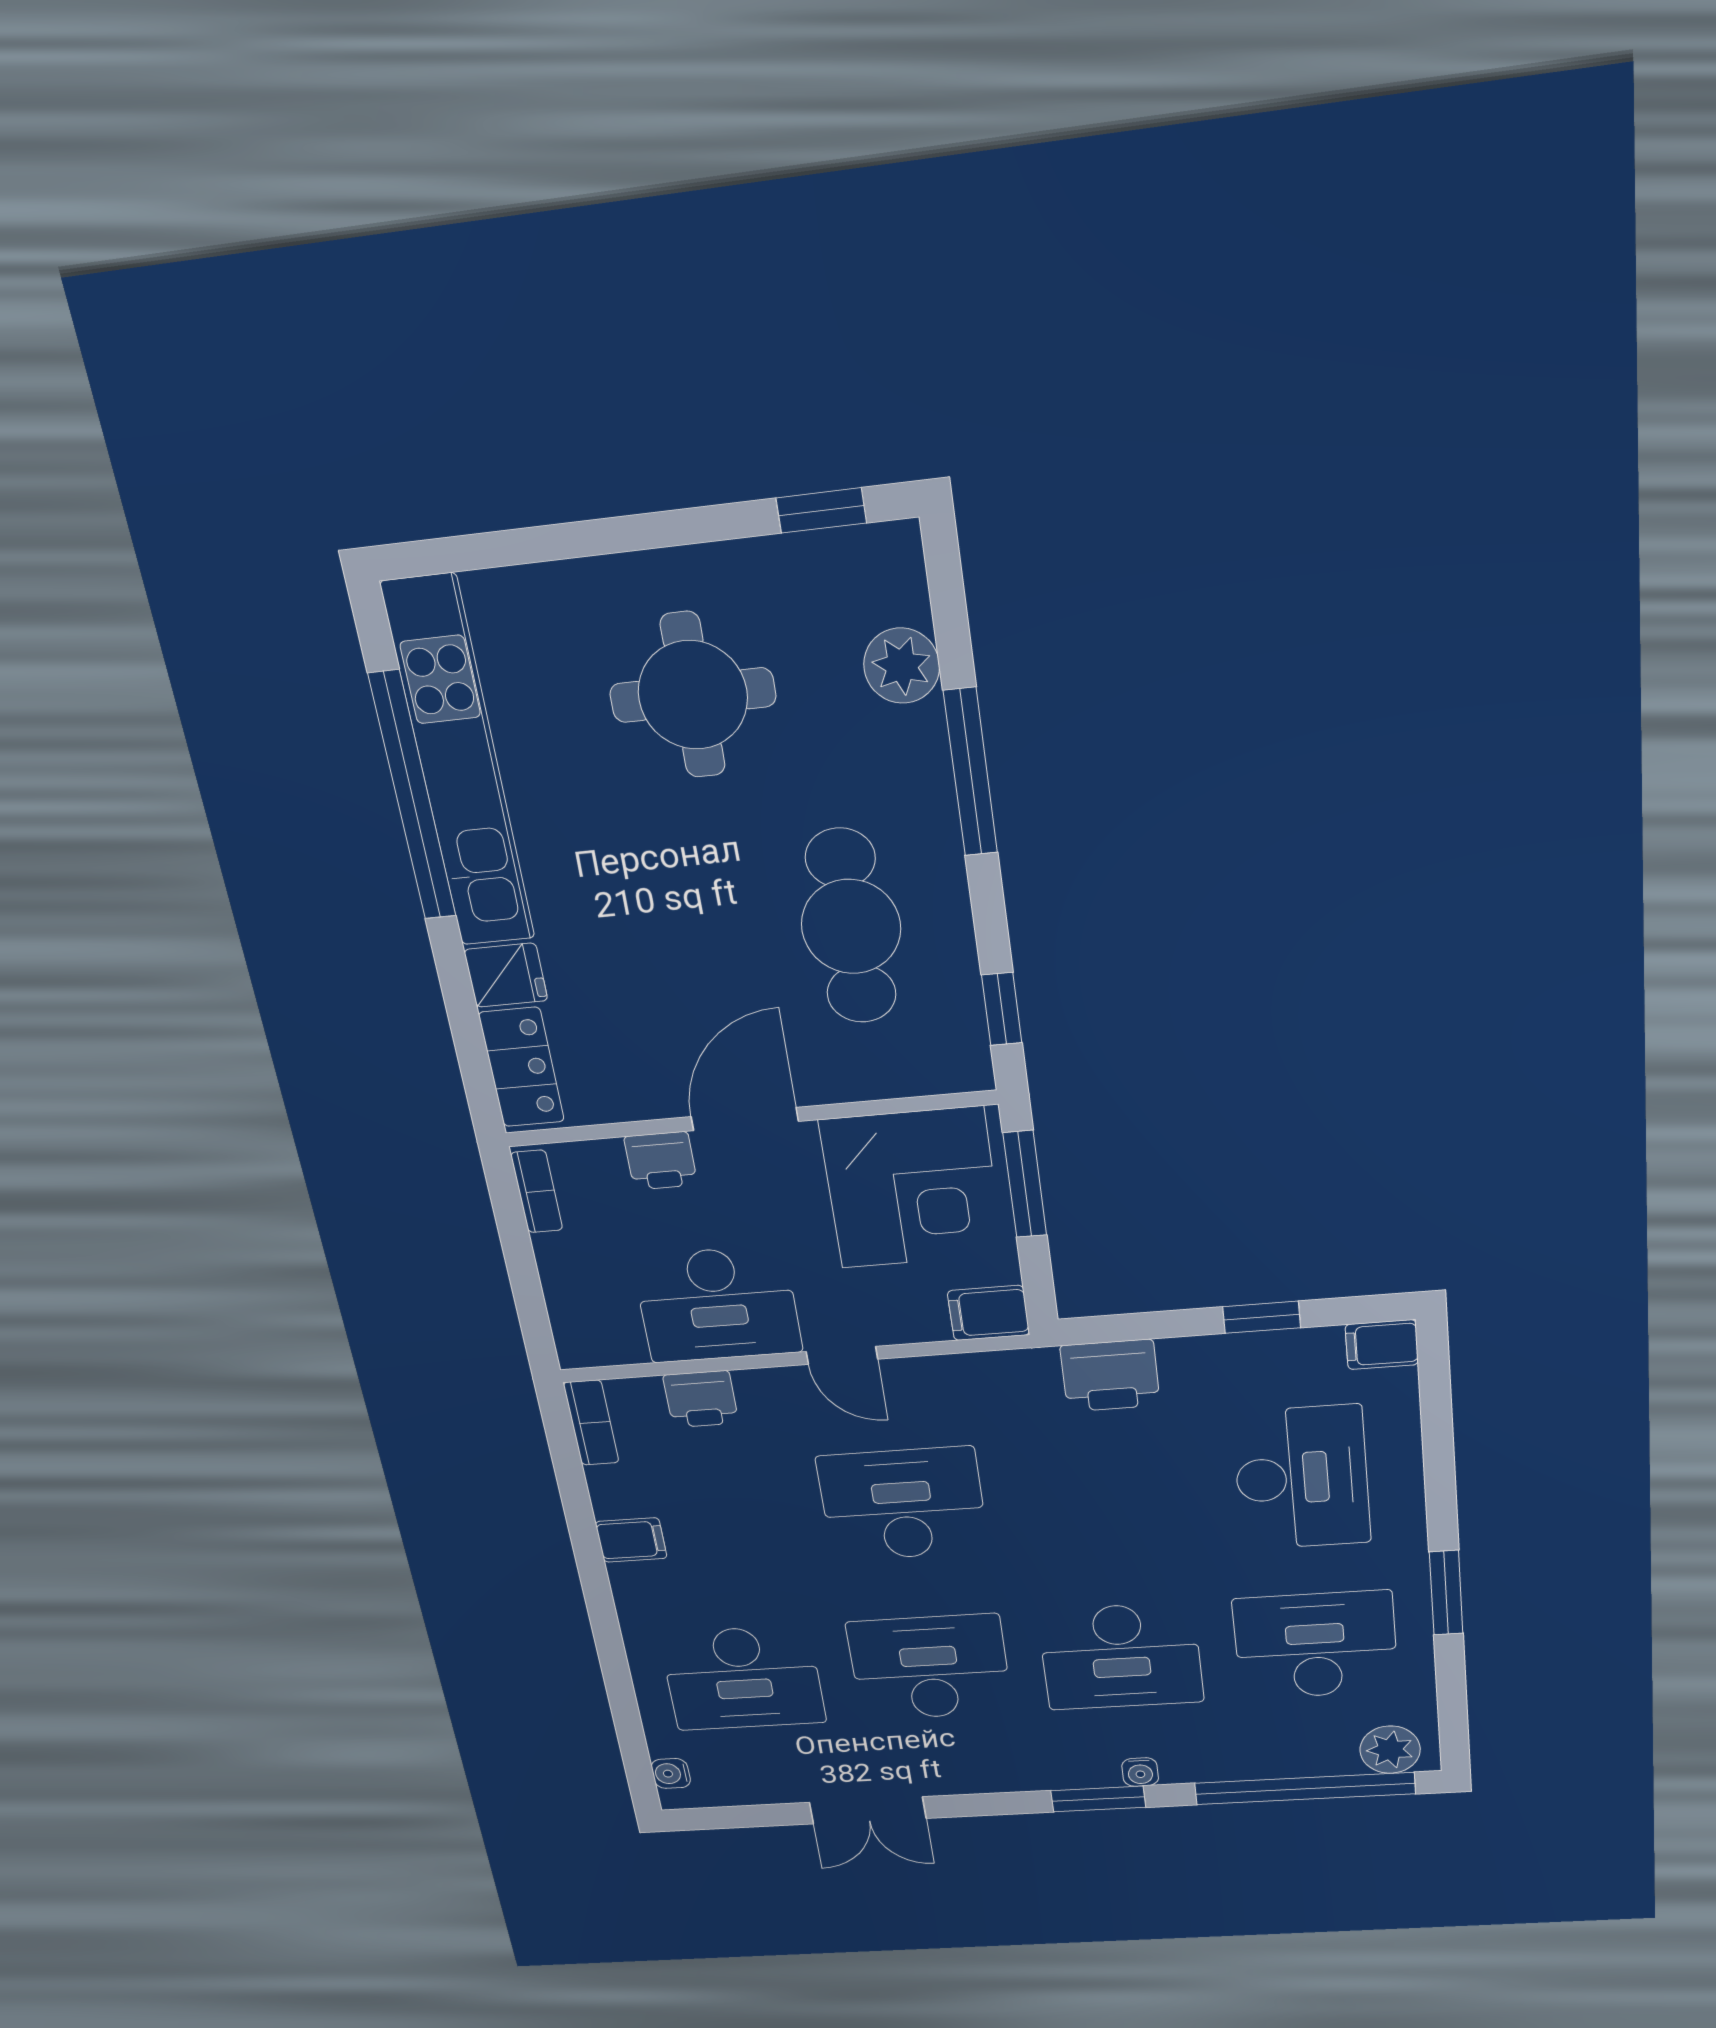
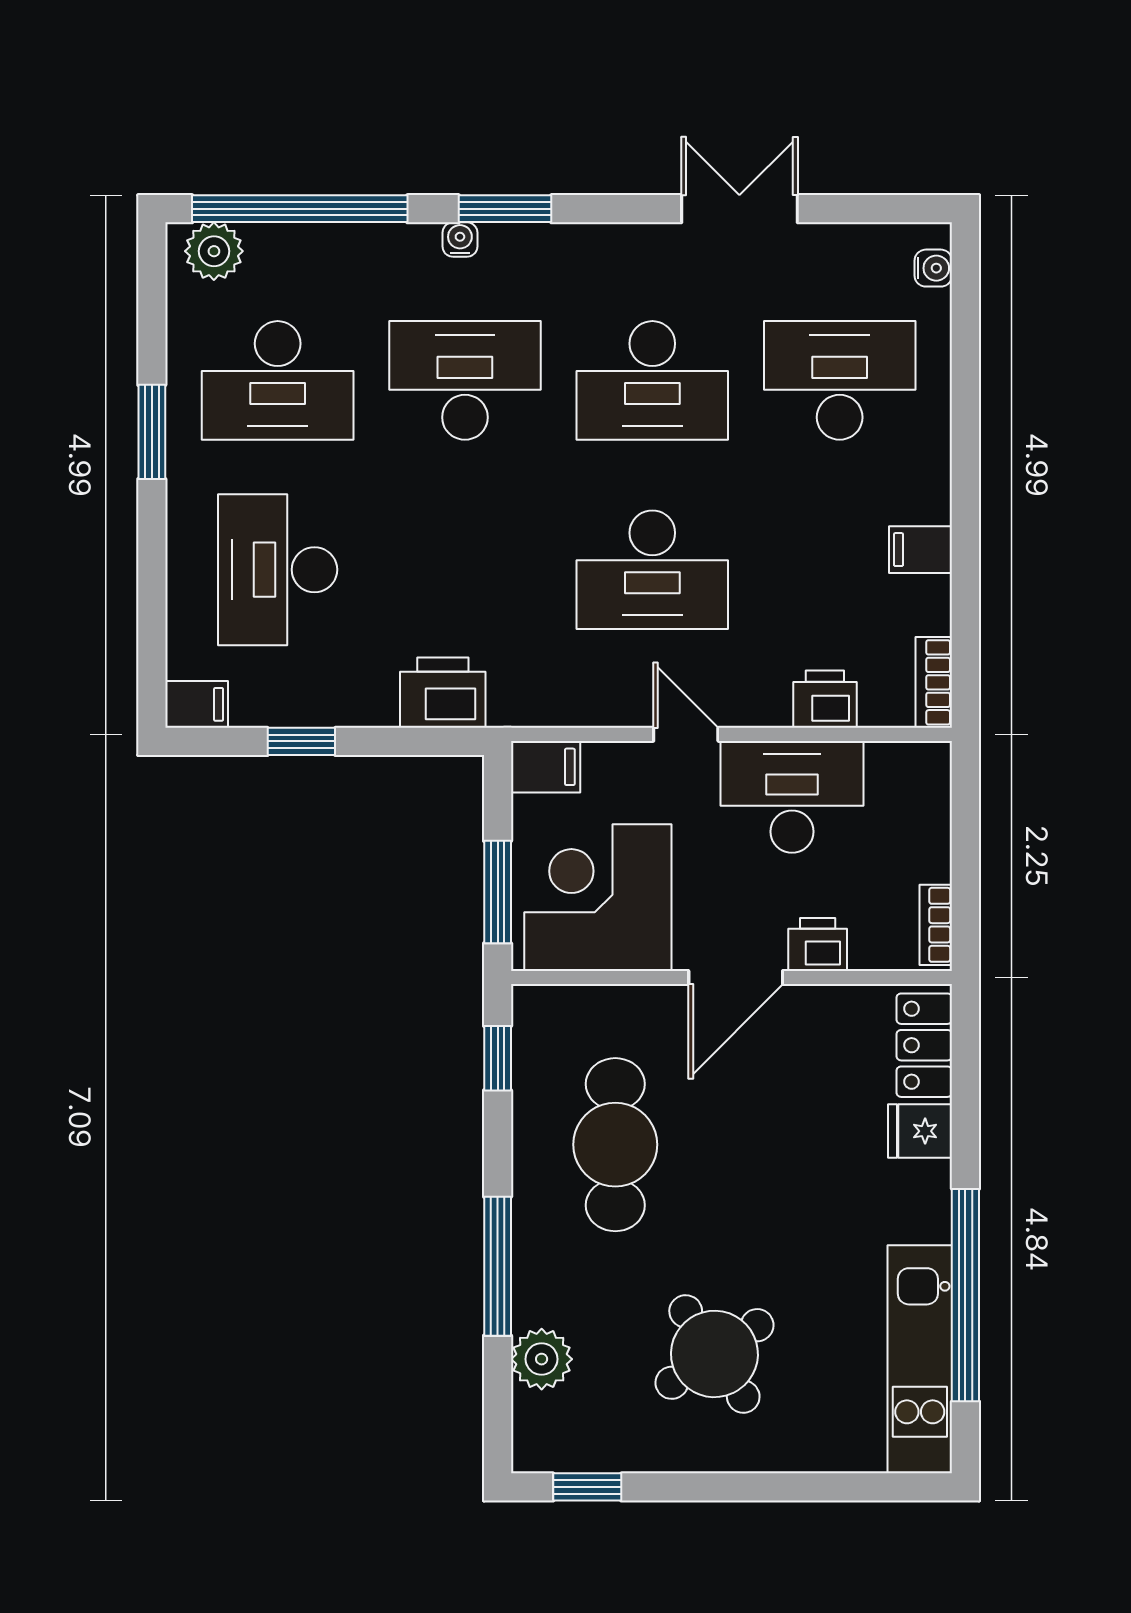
round table: (693, 695) -> (714, 1354), turned -34
kitchen unit: (459, 765) -> (920, 1359), width x0.73

